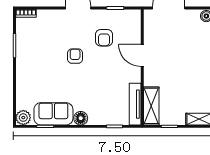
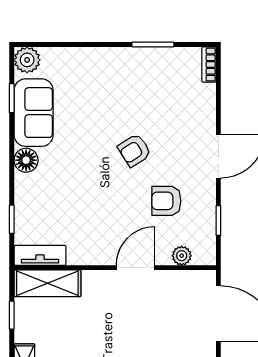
plant: (135, 29) -> (182, 256), added
armchair: (75, 56) -> (134, 150), turned 148
tv unit: (135, 104) -> (40, 255), width x0.71

